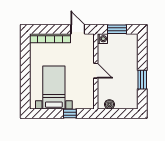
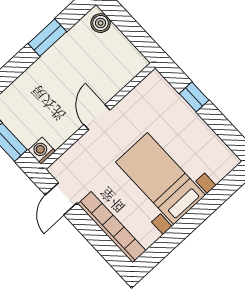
bed with nightstands: (54, 88) -> (161, 179), moved, turned 90
boiler: (109, 104) -> (101, 23), moved

